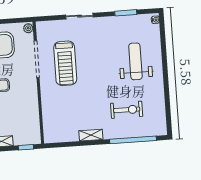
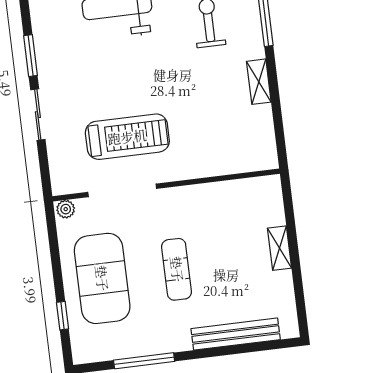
window: (126, 13) -> (31, 56), moved
window: (26, 147) -> (288, 202), removed

